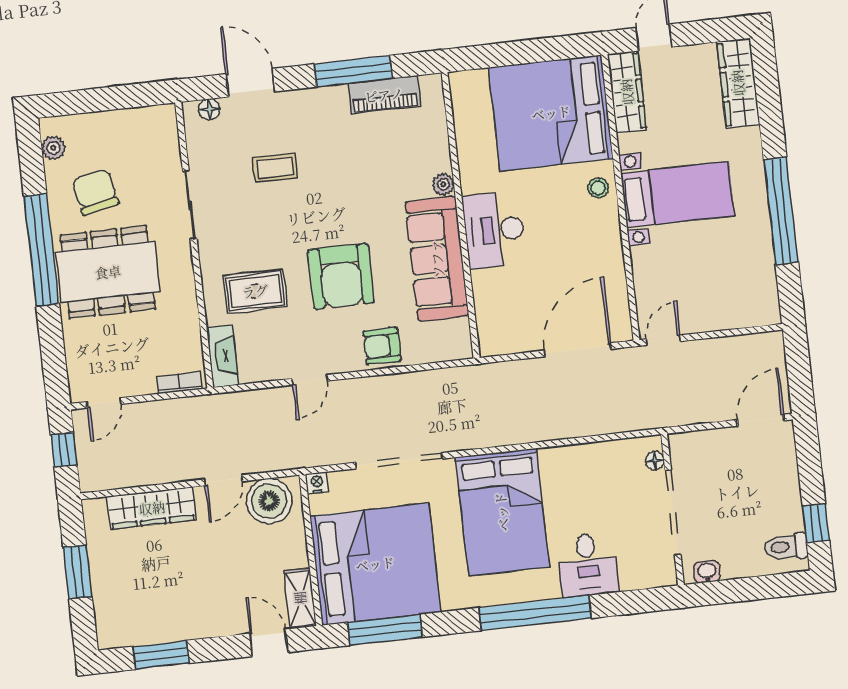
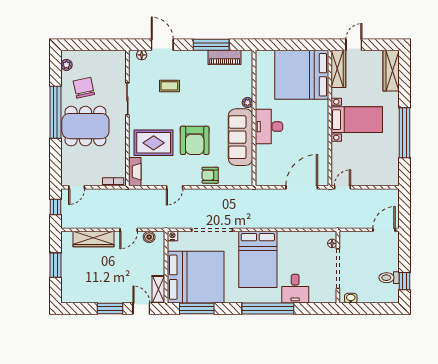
stool: (598, 188) -> (320, 112), removed
rug: (255, 291) -> (154, 143), width x1.36, depth x1.43
boiler: (269, 501) -> (149, 237), width x0.54, depth x0.54
toilet: (786, 547) -> (389, 278), moved
window: (161, 655) -> (110, 308), moved

